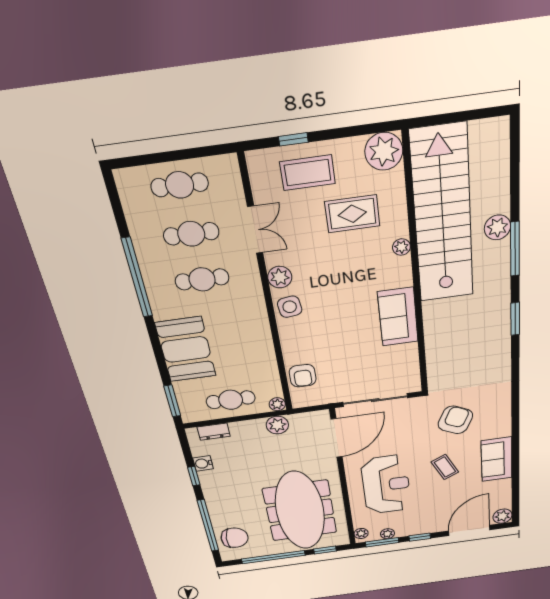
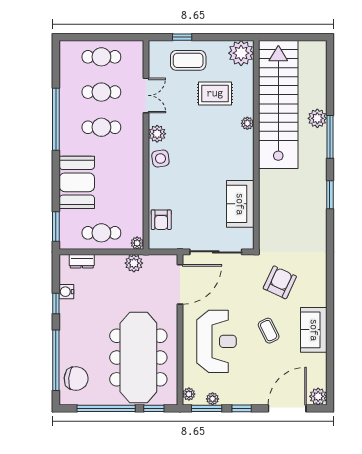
sofa: (398, 317) -> (240, 204), moved

